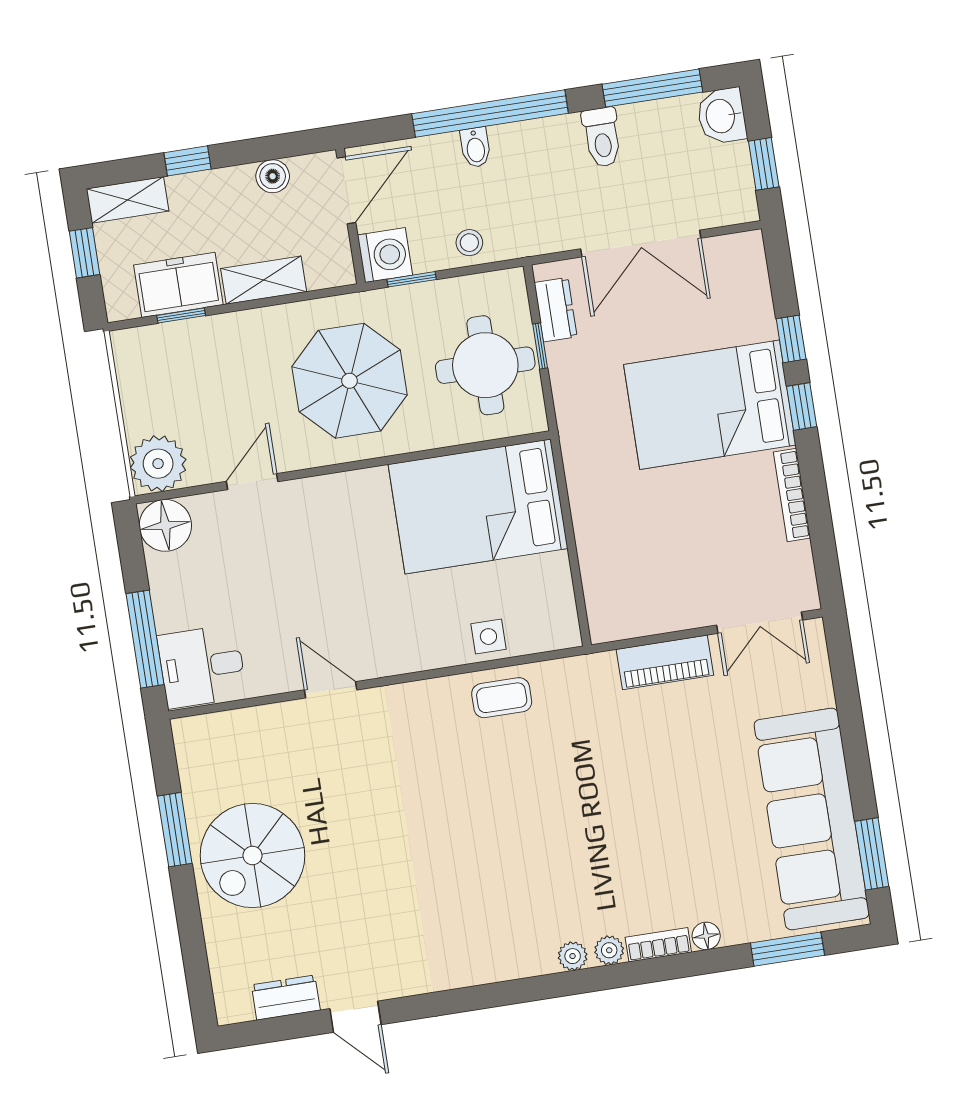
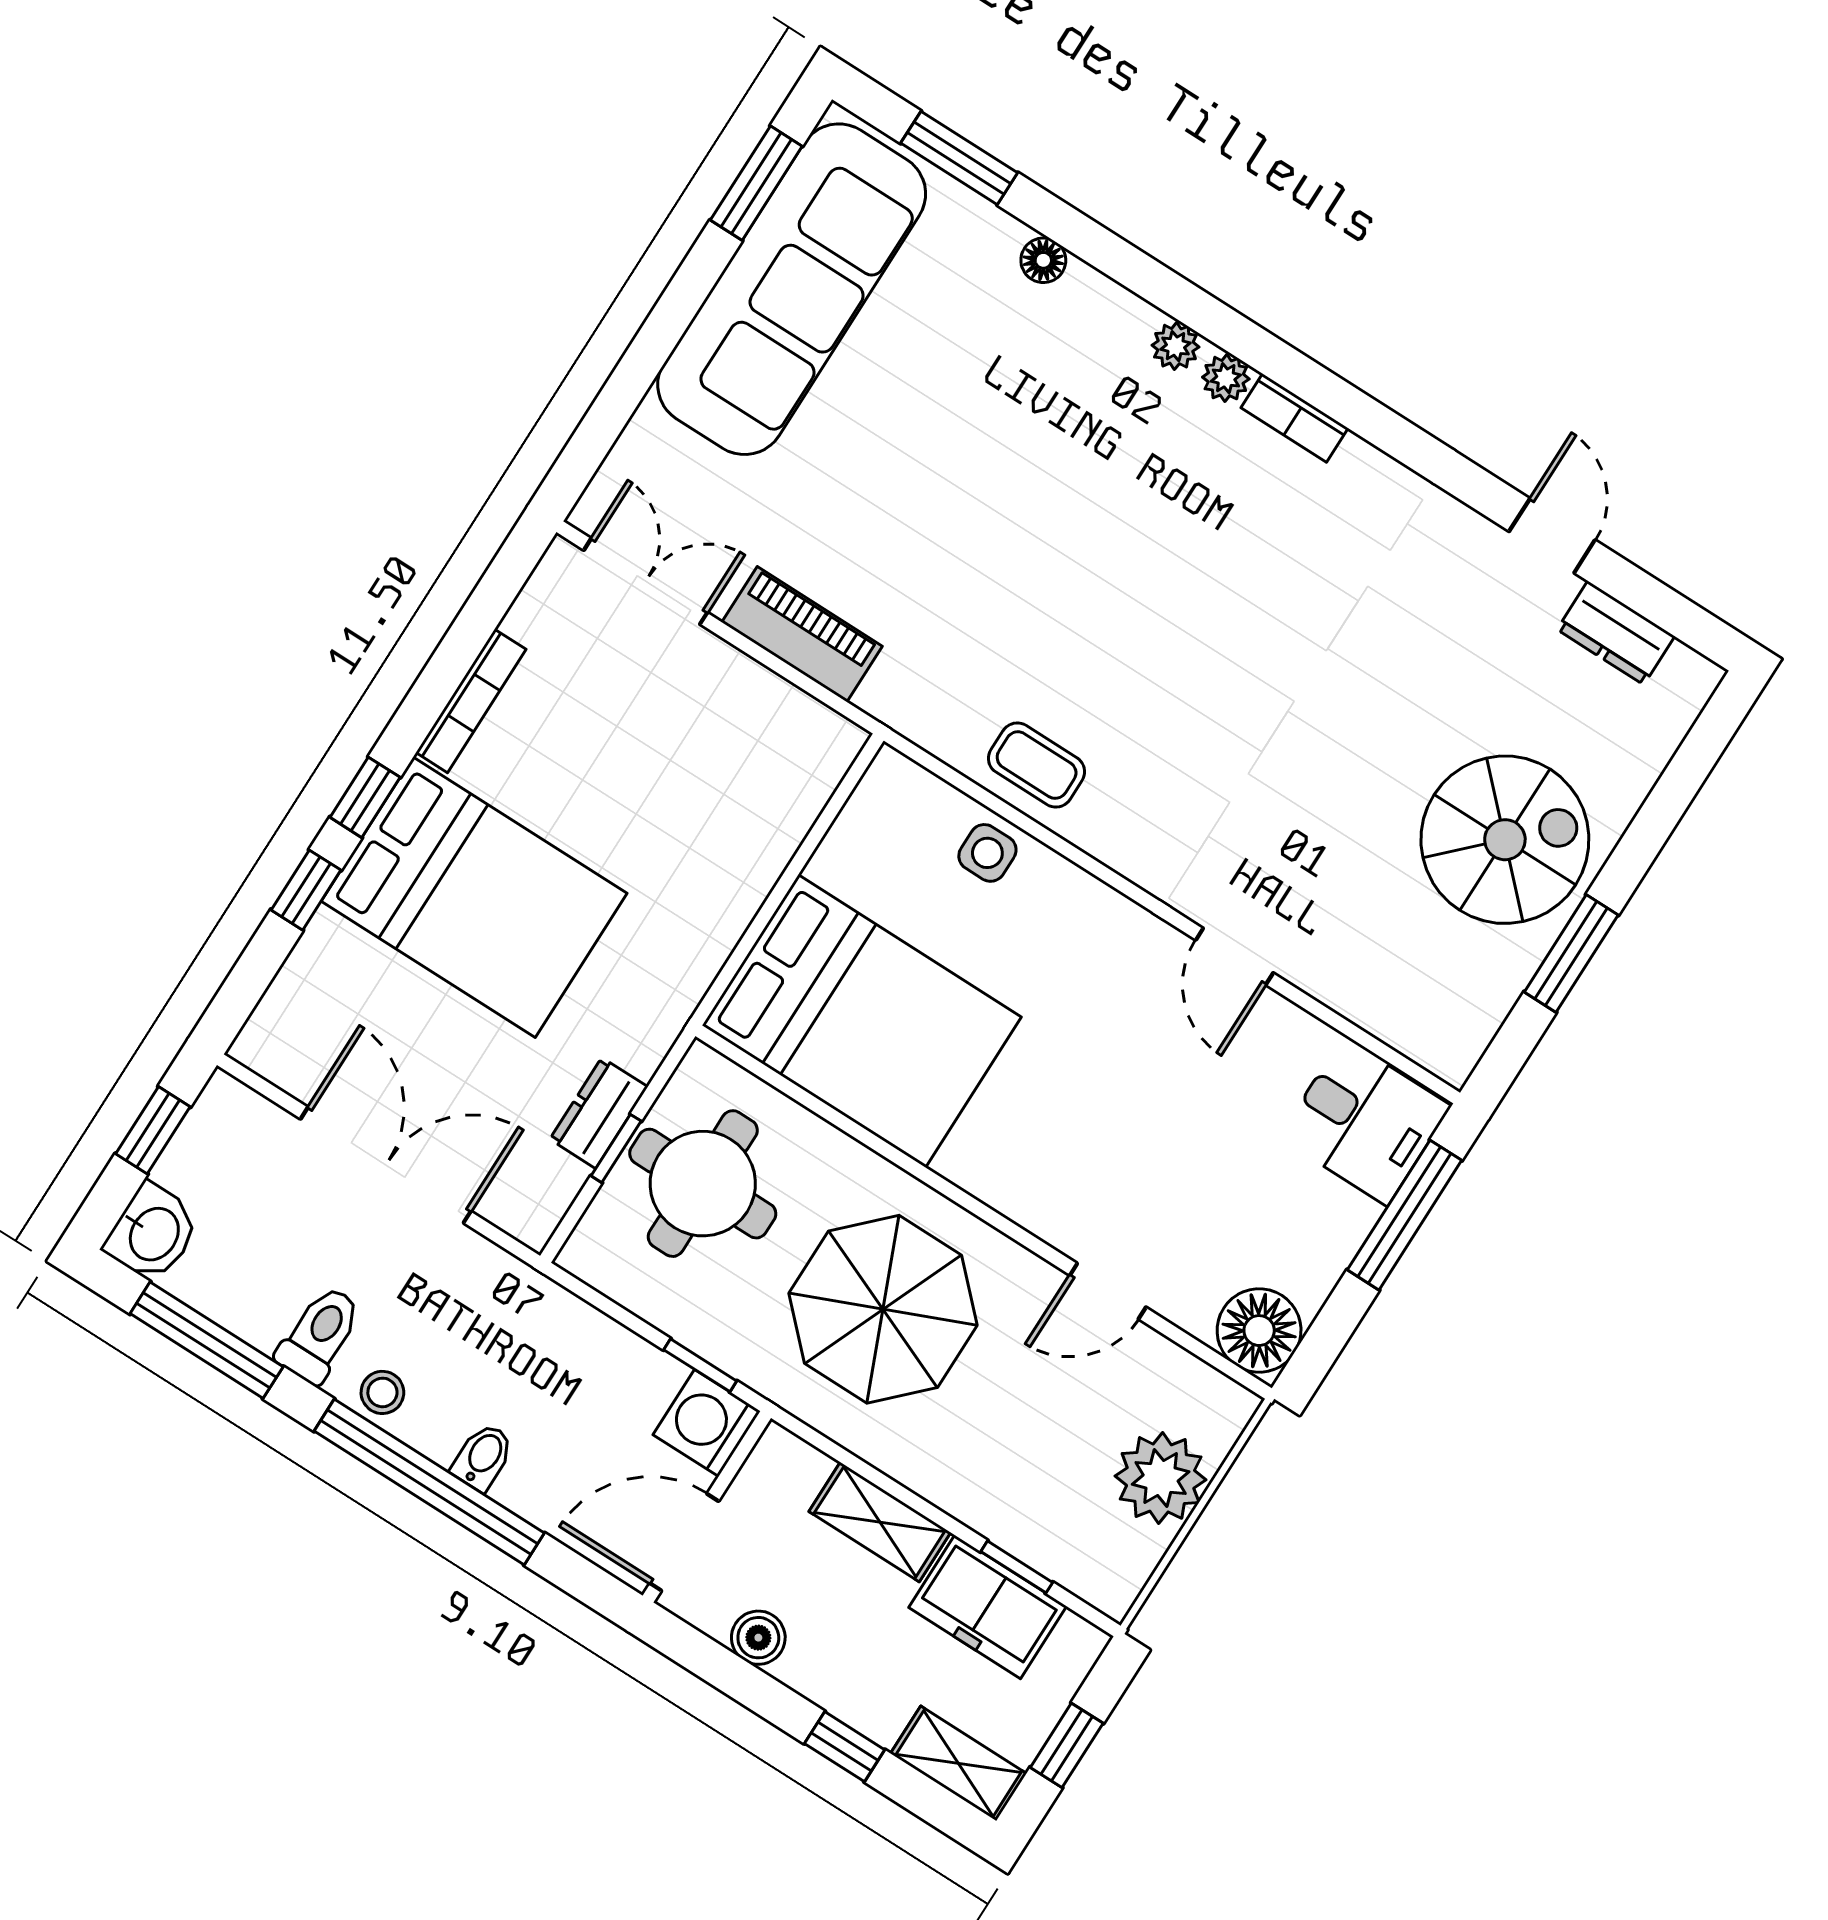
stool: (469, 243) -> (382, 1392), moved
dresser: (556, 310) -> (599, 1113), moved
plant: (158, 464) -> (1161, 1478), moved
bookcase: (658, 945) -> (1294, 418), moved

